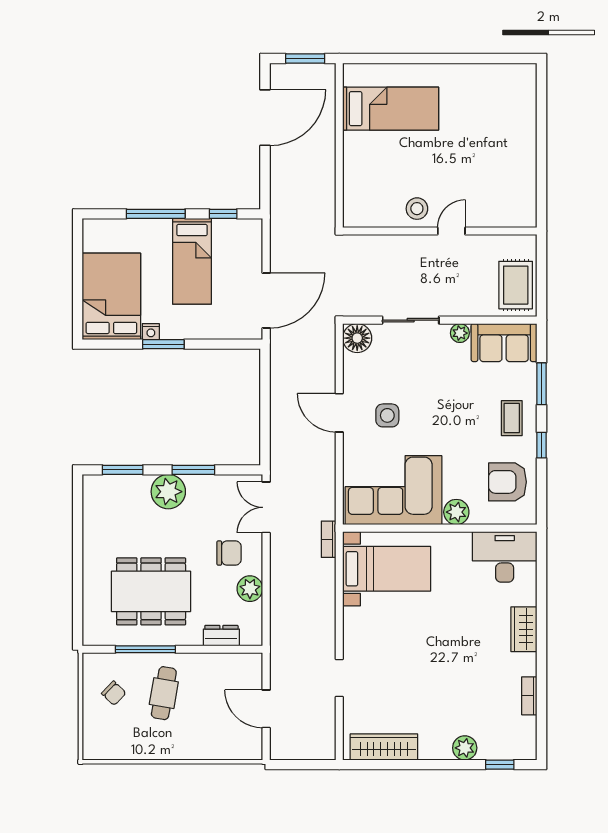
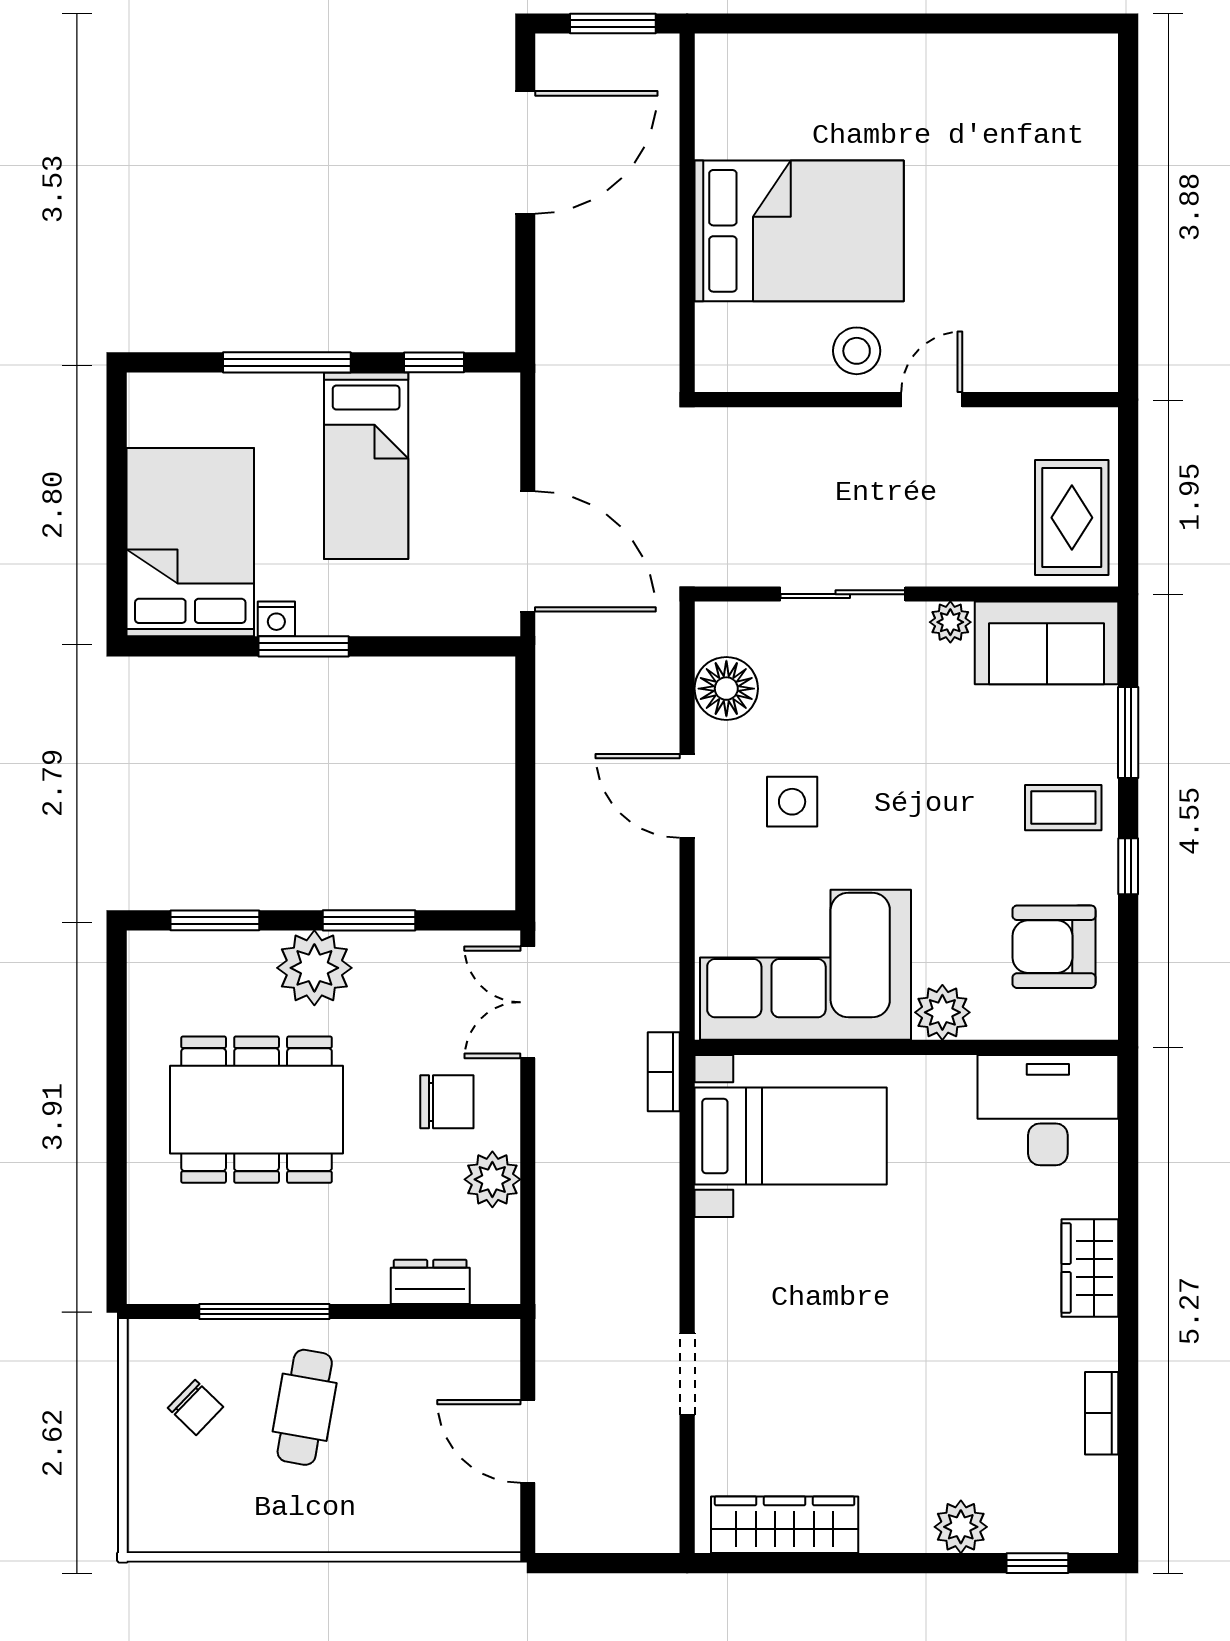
bed: (391, 109) -> (799, 231), moved, width x1.50
door: (266, 301) -> (528, 551), hinge flipped
floor lamp: (357, 338) -> (726, 689), moved
coffee table: (512, 418) -> (1063, 808), turned 90
dining table: (151, 591) -> (257, 1110), moved

